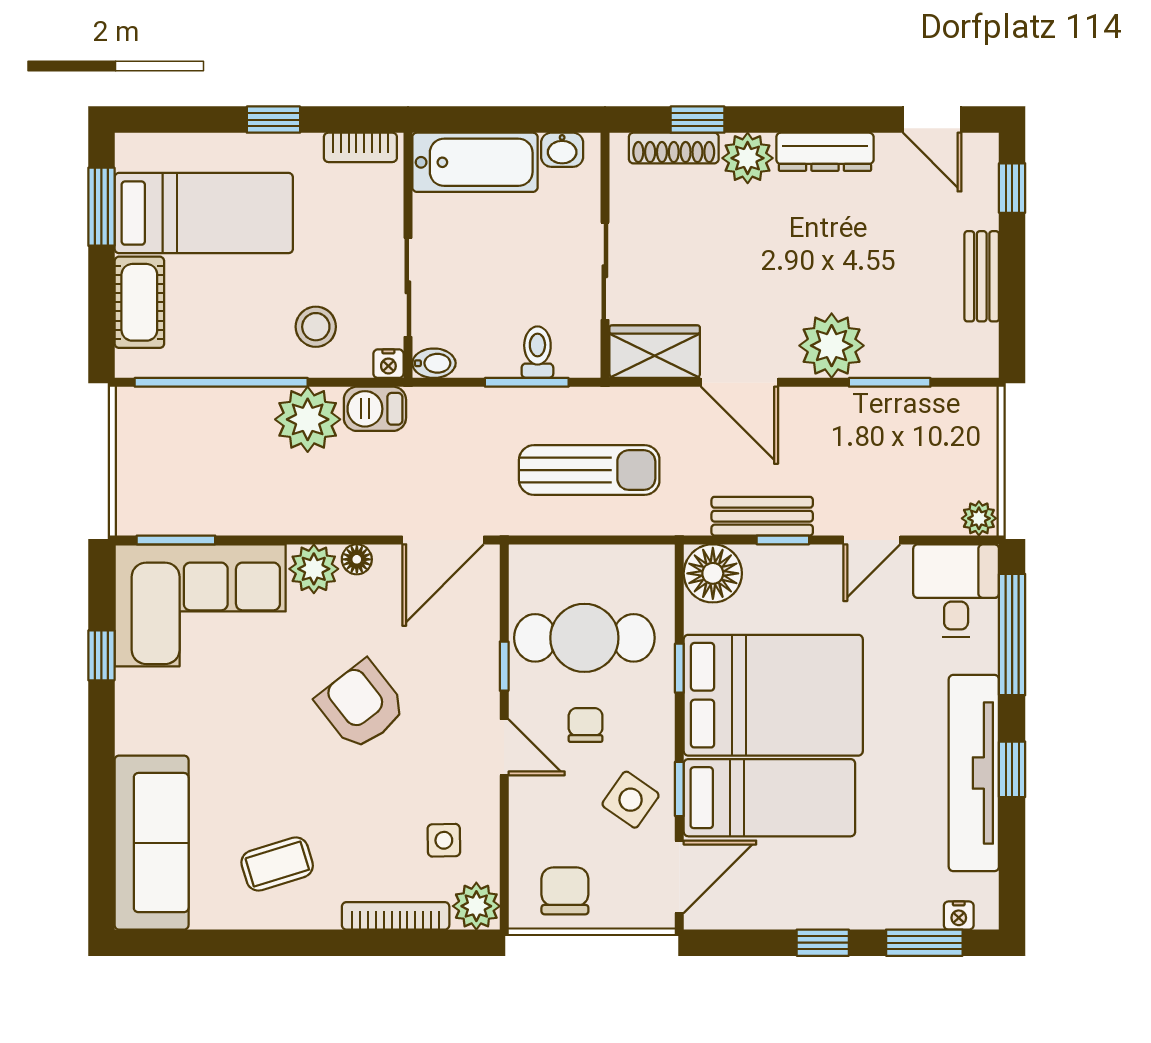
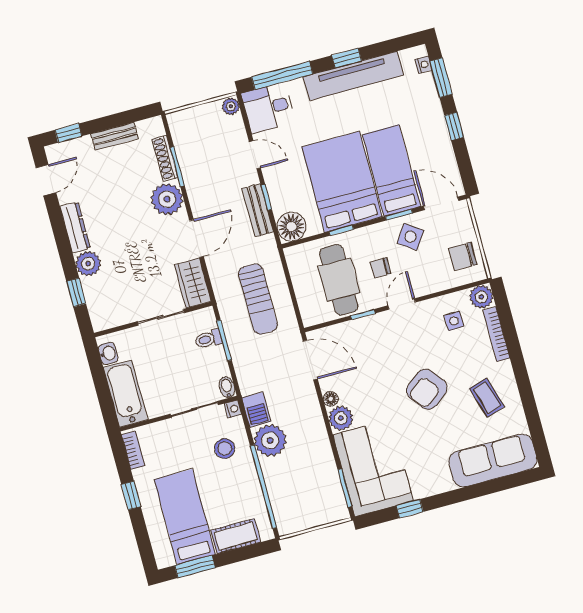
shoe rack: (674, 148) -> (165, 158), moved, turned 180
sun lounger: (589, 470) -> (258, 299), turned 180
armchair: (361, 705) -> (427, 389), moved

